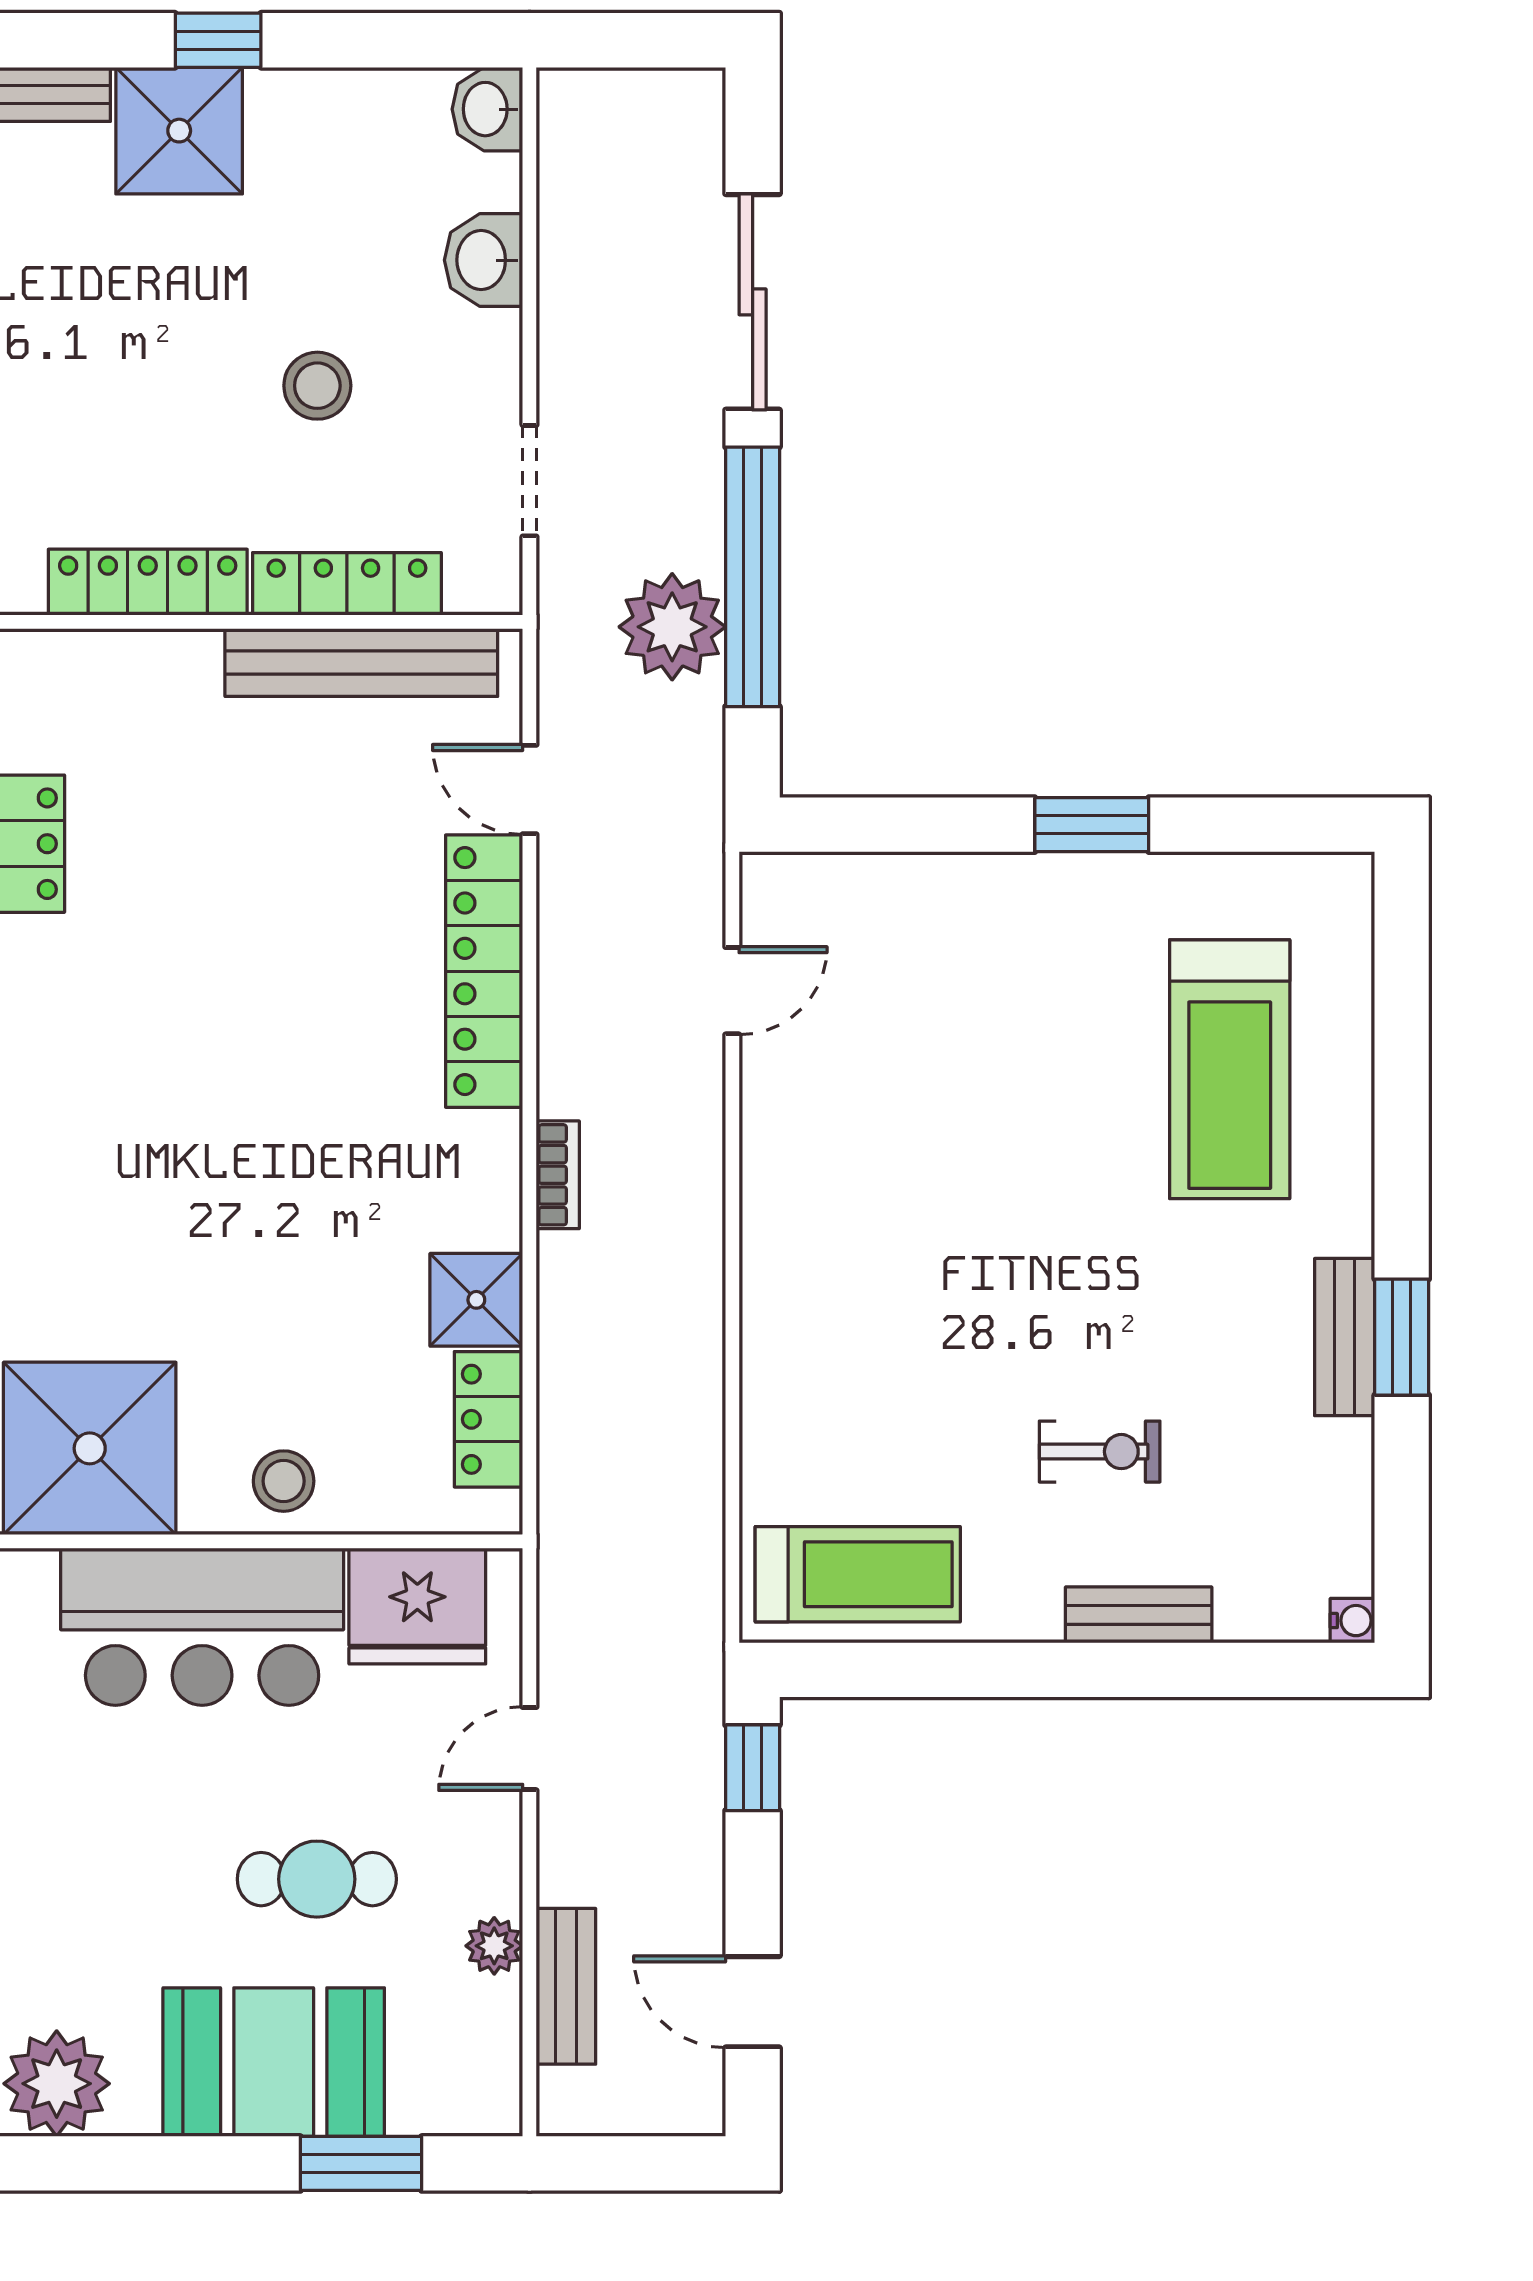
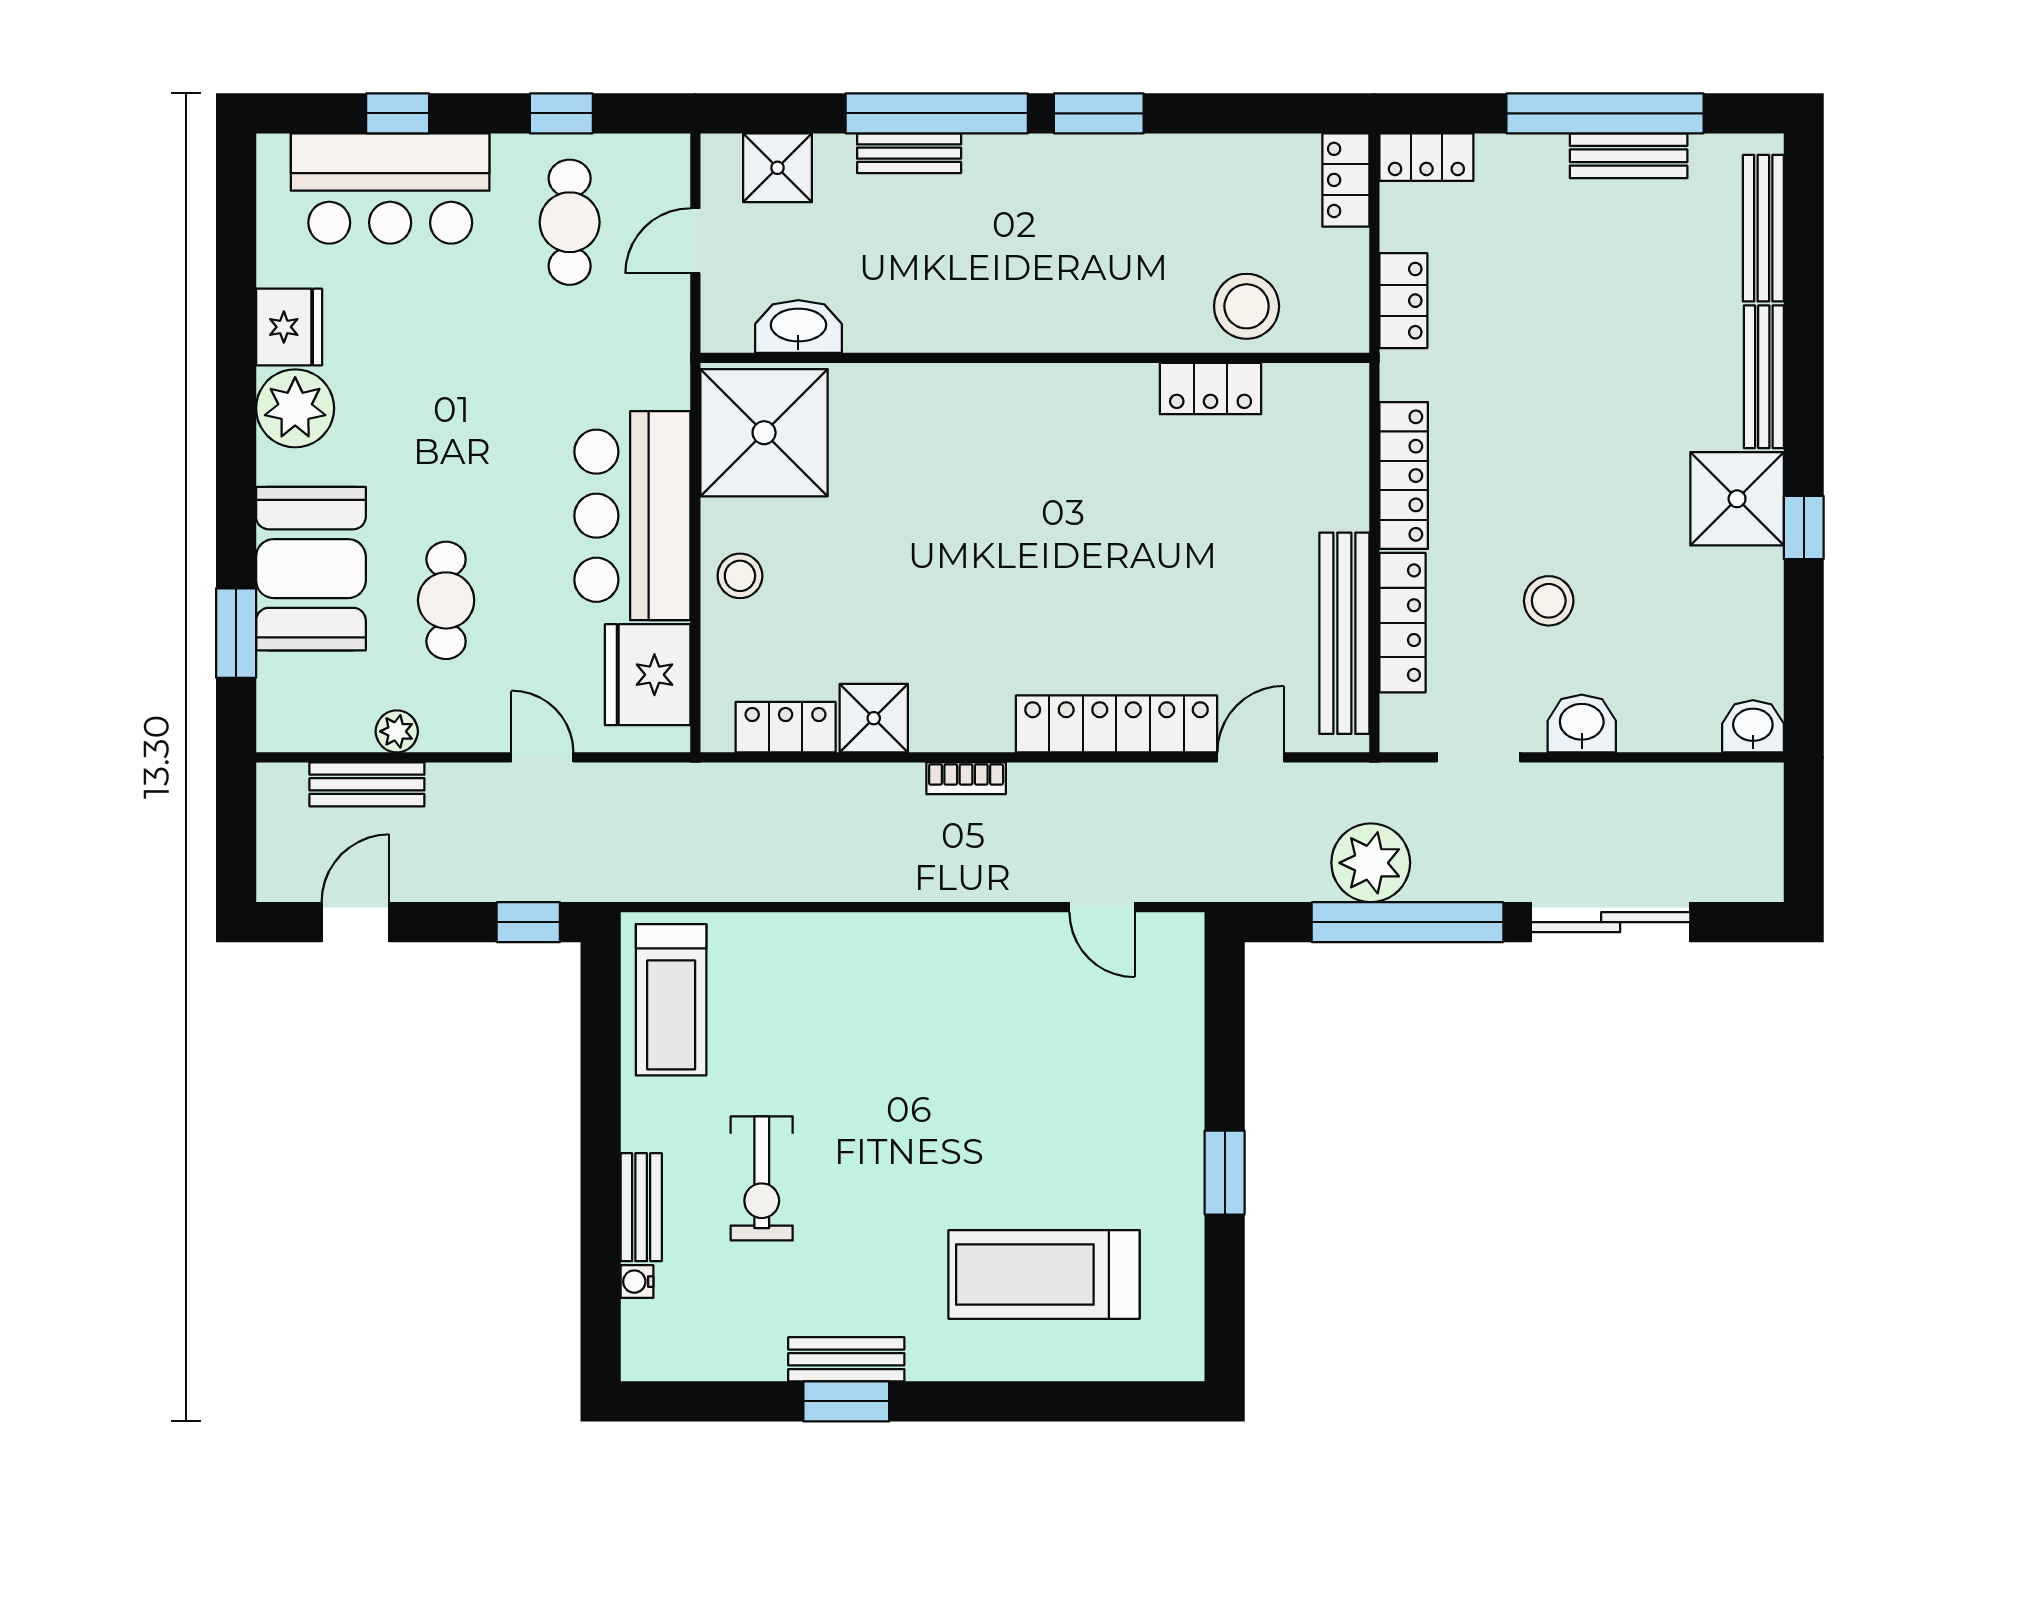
washbasin: (484, 260) -> (1582, 723), moved
exercise bike: (1100, 1452) -> (762, 1178), width x1.38, depth x1.39
water cooler: (1352, 1621) -> (637, 1282), moved, turned 90

